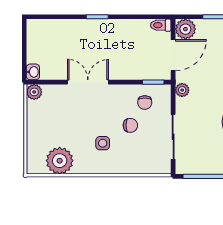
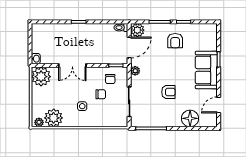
double door: (88, 82) -> (72, 65), swing flipped
plant: (34, 92) -> (41, 77), width x1.88, depth x1.88
plant: (38, 167) -> (39, 122), added

